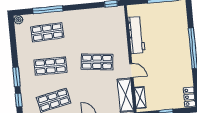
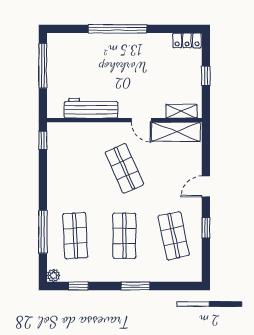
shop shelf: (97, 62) -> (124, 168), turned -30
door: (131, 71) -> (141, 120), swing flipped
window: (19, 100) -> (78, 286), moved

